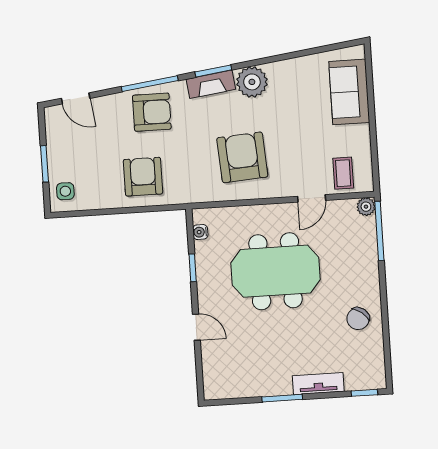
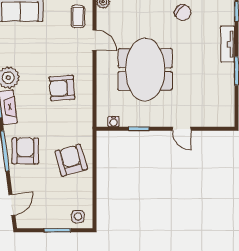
armchair: (242, 157) -> (62, 88), width x0.73, depth x0.73
coffee table: (343, 173) -> (78, 16), turned 90
armchair: (143, 177) -> (71, 160), turned 74
door: (196, 327) -> (182, 129), swing flipped

